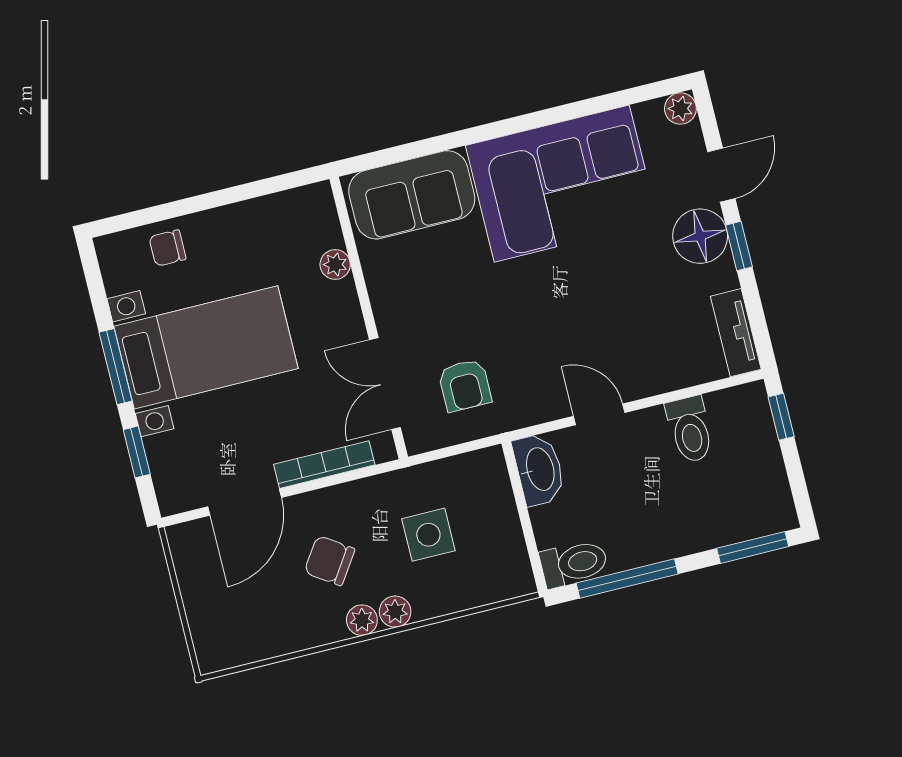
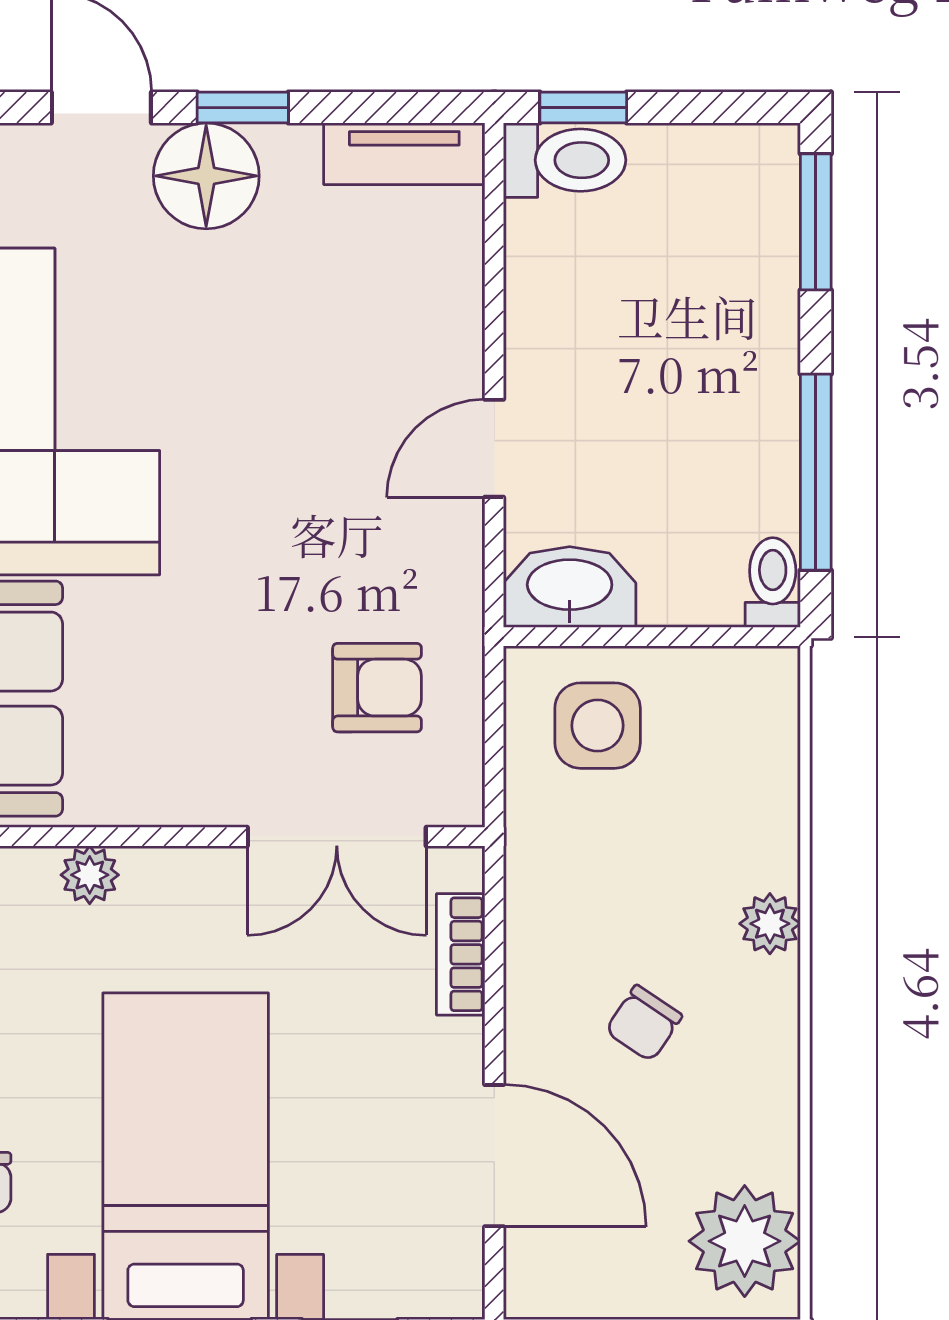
toilet: (690, 429) -> (565, 160), moved
bookcase: (324, 465) -> (461, 954), width x0.64
side table: (428, 535) -> (598, 726), moved
chair: (329, 561) -> (644, 1023), width x0.73, depth x0.73
toilet: (574, 563) -> (773, 583), width x0.73, depth x0.72
plant: (362, 620) -> (745, 1241), moved, width x1.88, depth x1.88

